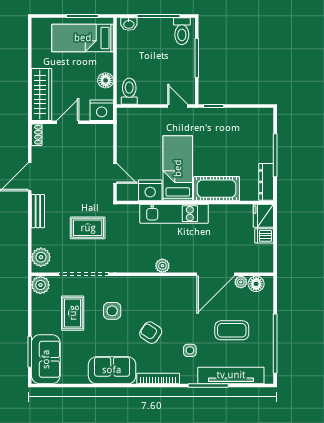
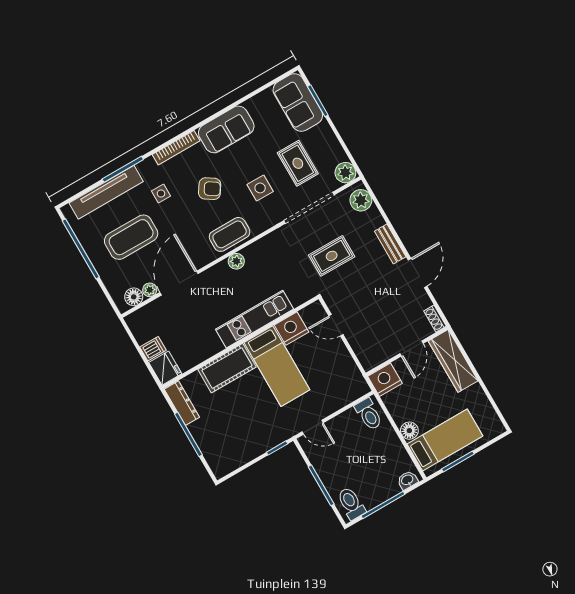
floor lamp: (106, 80) -> (409, 431), moved
coffee table: (156, 289) -> (230, 234), added
coffee table: (232, 330) -> (131, 237), width x1.36, depth x1.32

